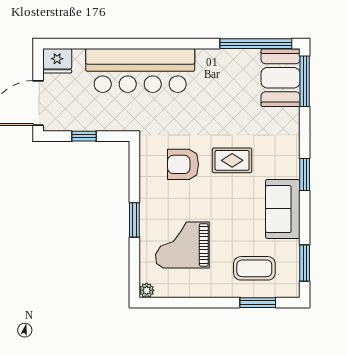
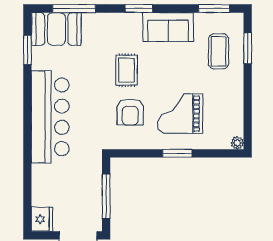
window: (256, 44) -> (27, 50), width x0.47
bar counter: (140, 70) -> (50, 117), moved
window: (305, 81) -> (74, 9), moved
window: (84, 136) -> (106, 196), width x2.17
grand piano: (182, 245) -> (180, 114), moved, turned 90

